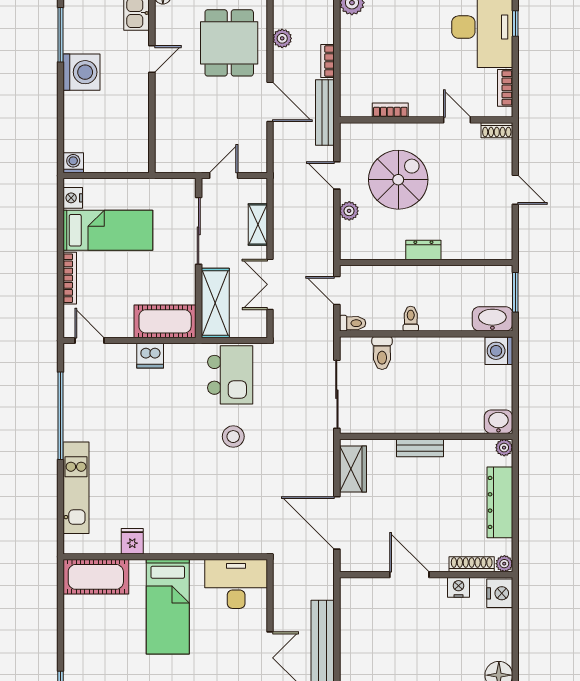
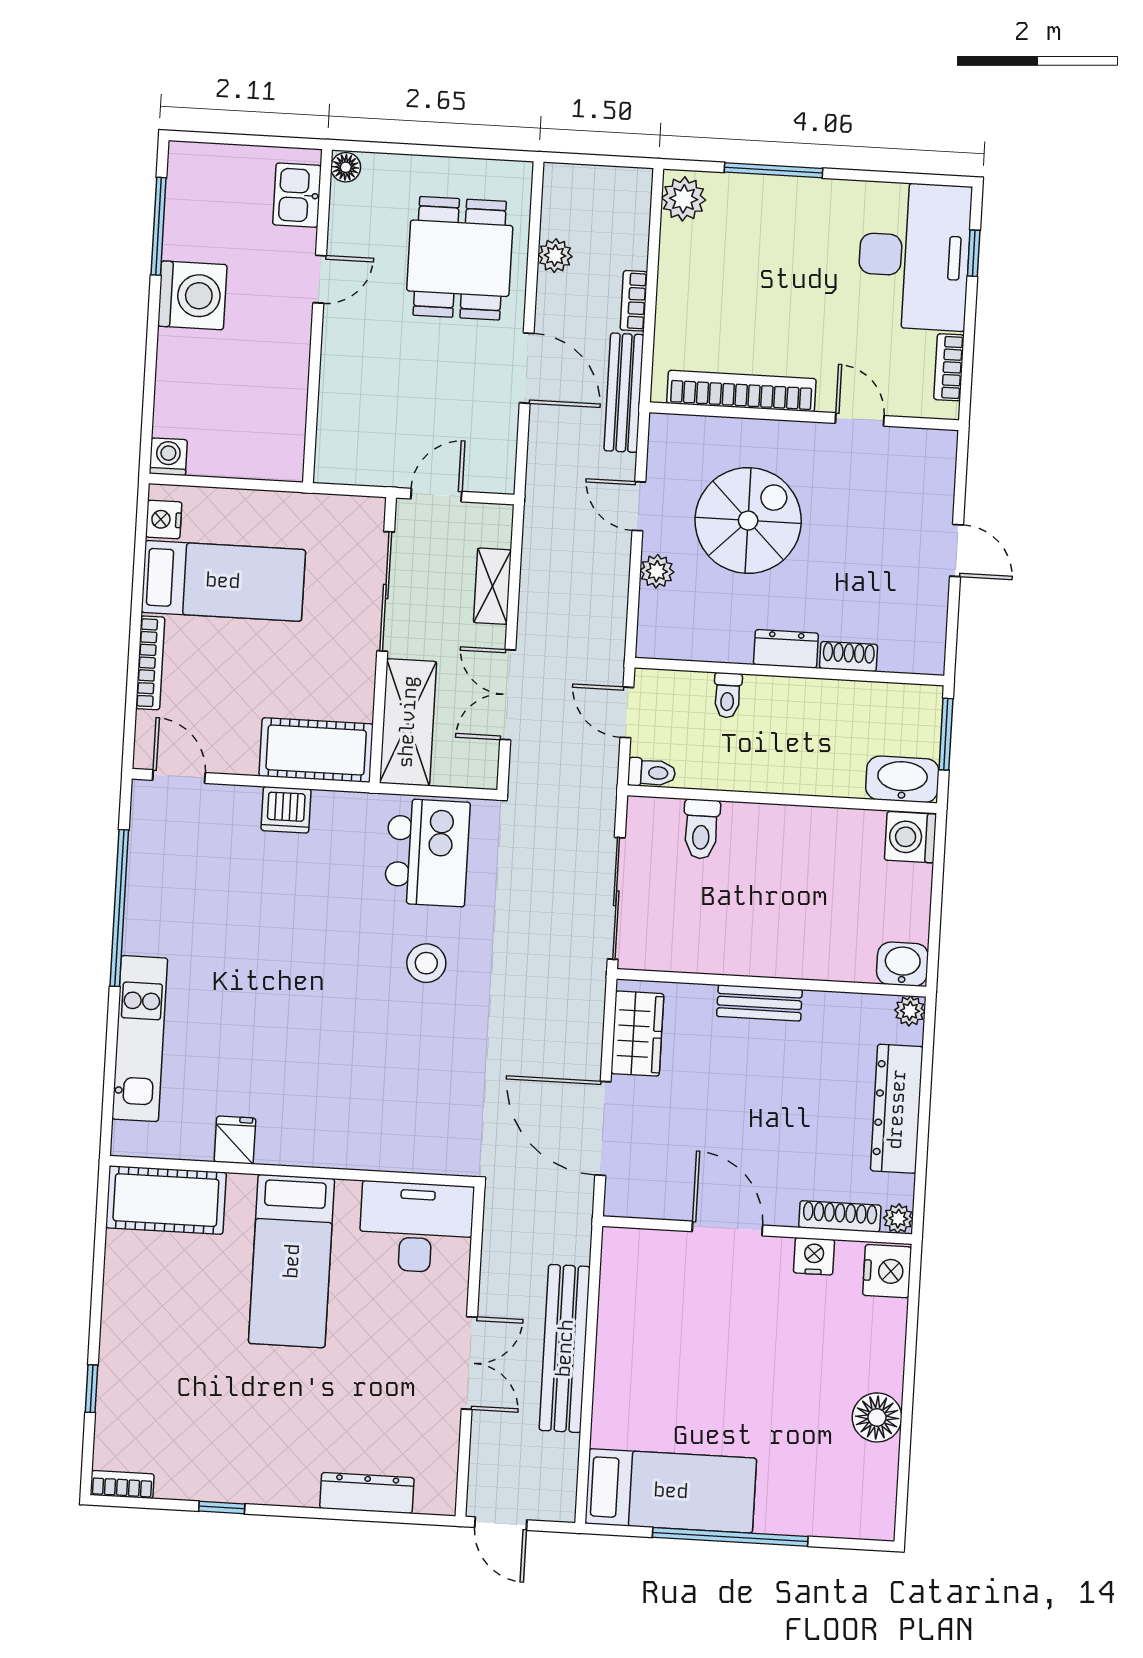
bookcase: (390, 110) -> (741, 391), width x2.31, depth x1.31
shoe rack: (497, 130) -> (849, 656), moved, turned 180
toilet: (411, 319) -> (727, 695), moved, turned 180

